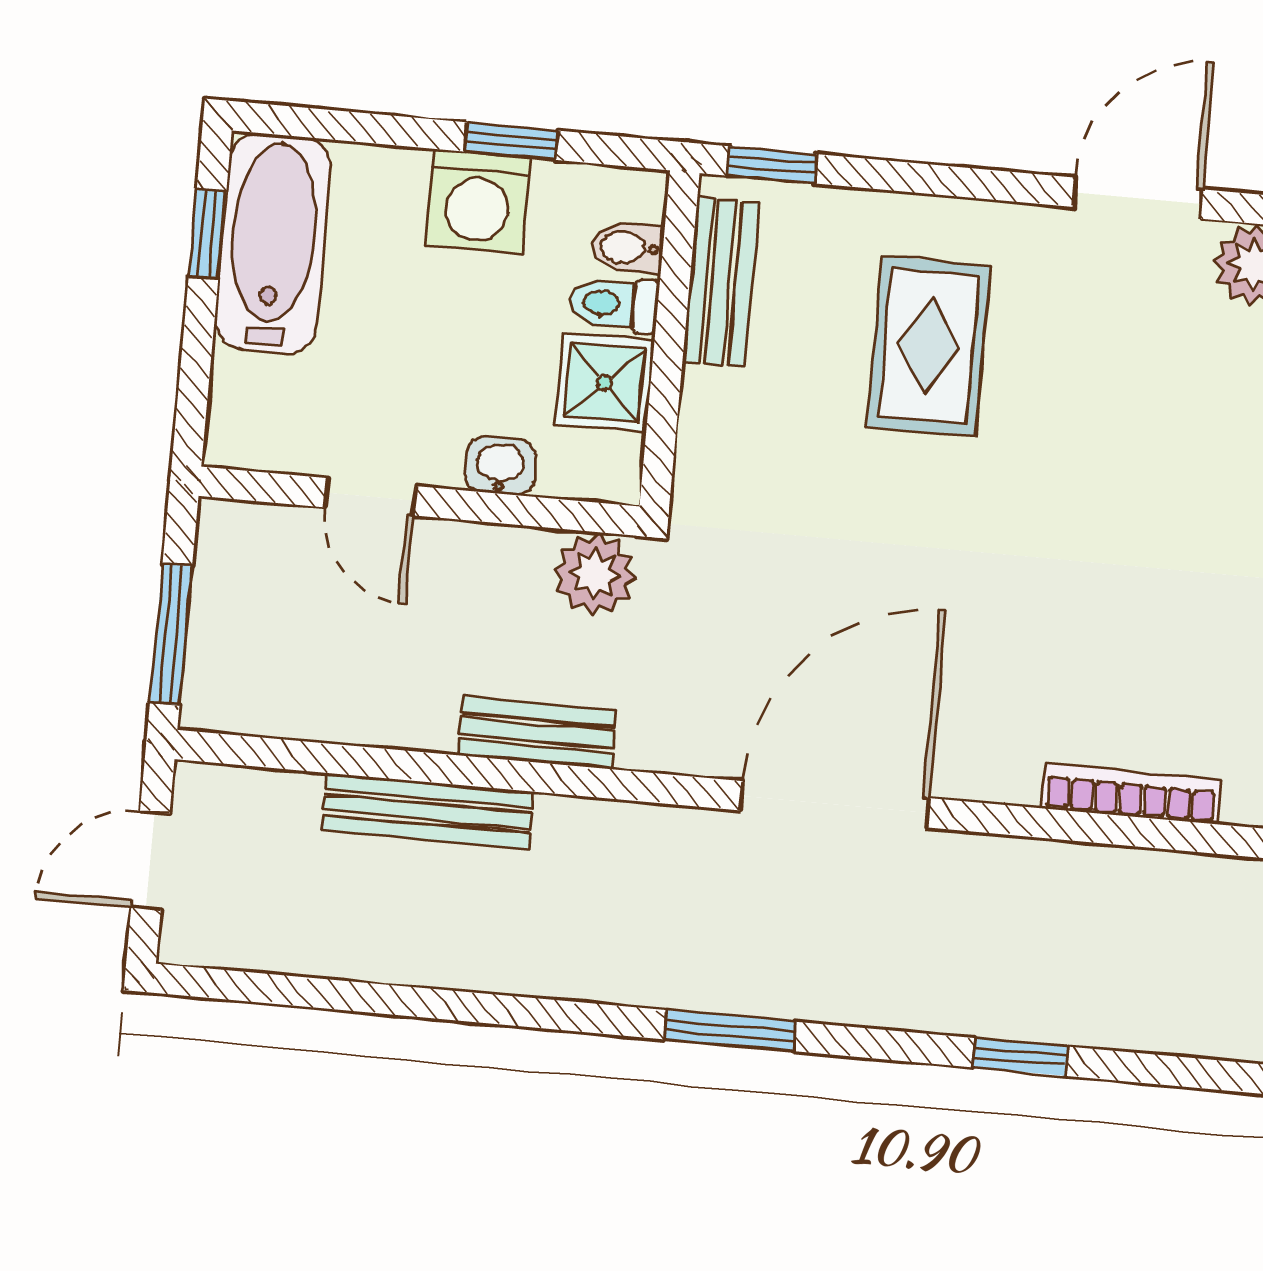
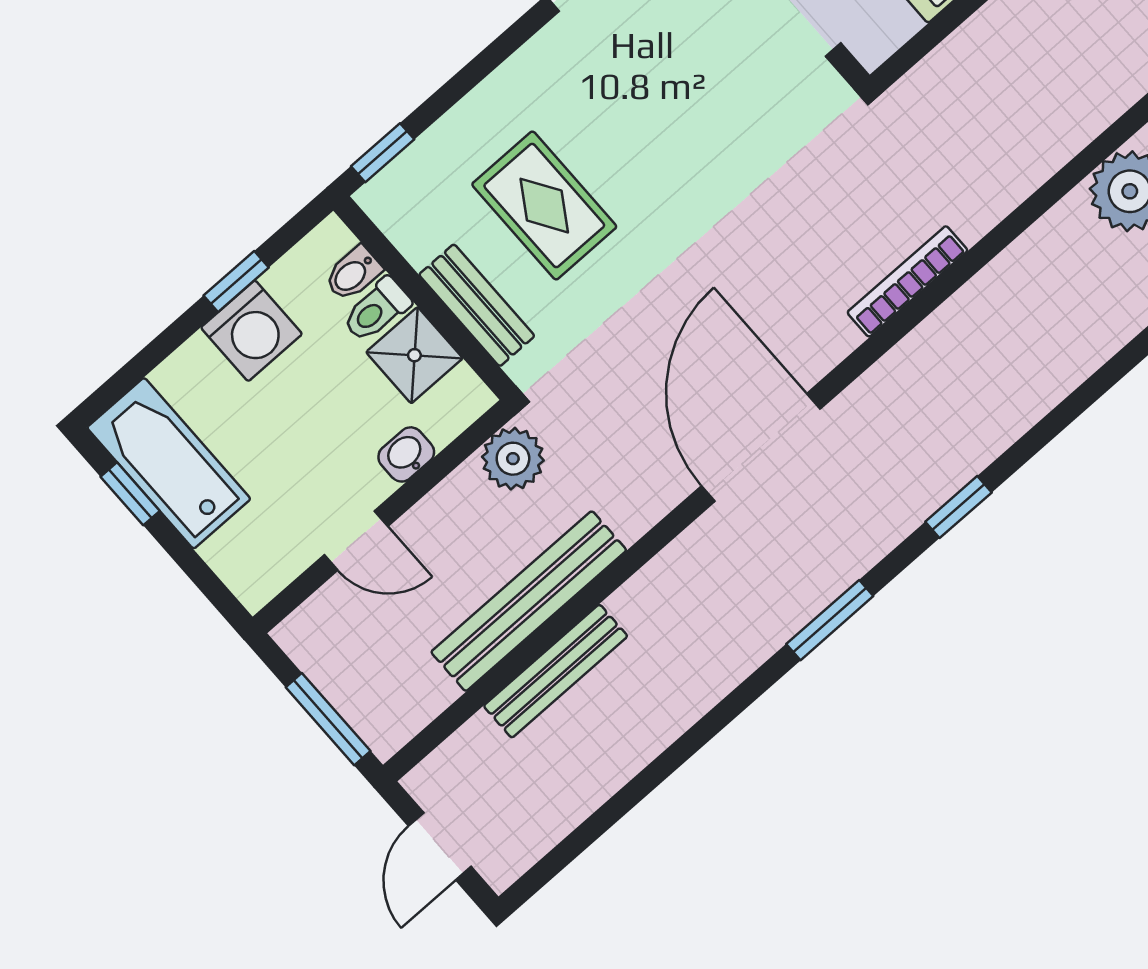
bench: (721, 282) -> (477, 305), moved
rug: (929, 346) -> (544, 206), moved
bench: (537, 733) -> (529, 601), width x1.86, depth x1.21
window: (1020, 1057) -> (958, 507), moved

